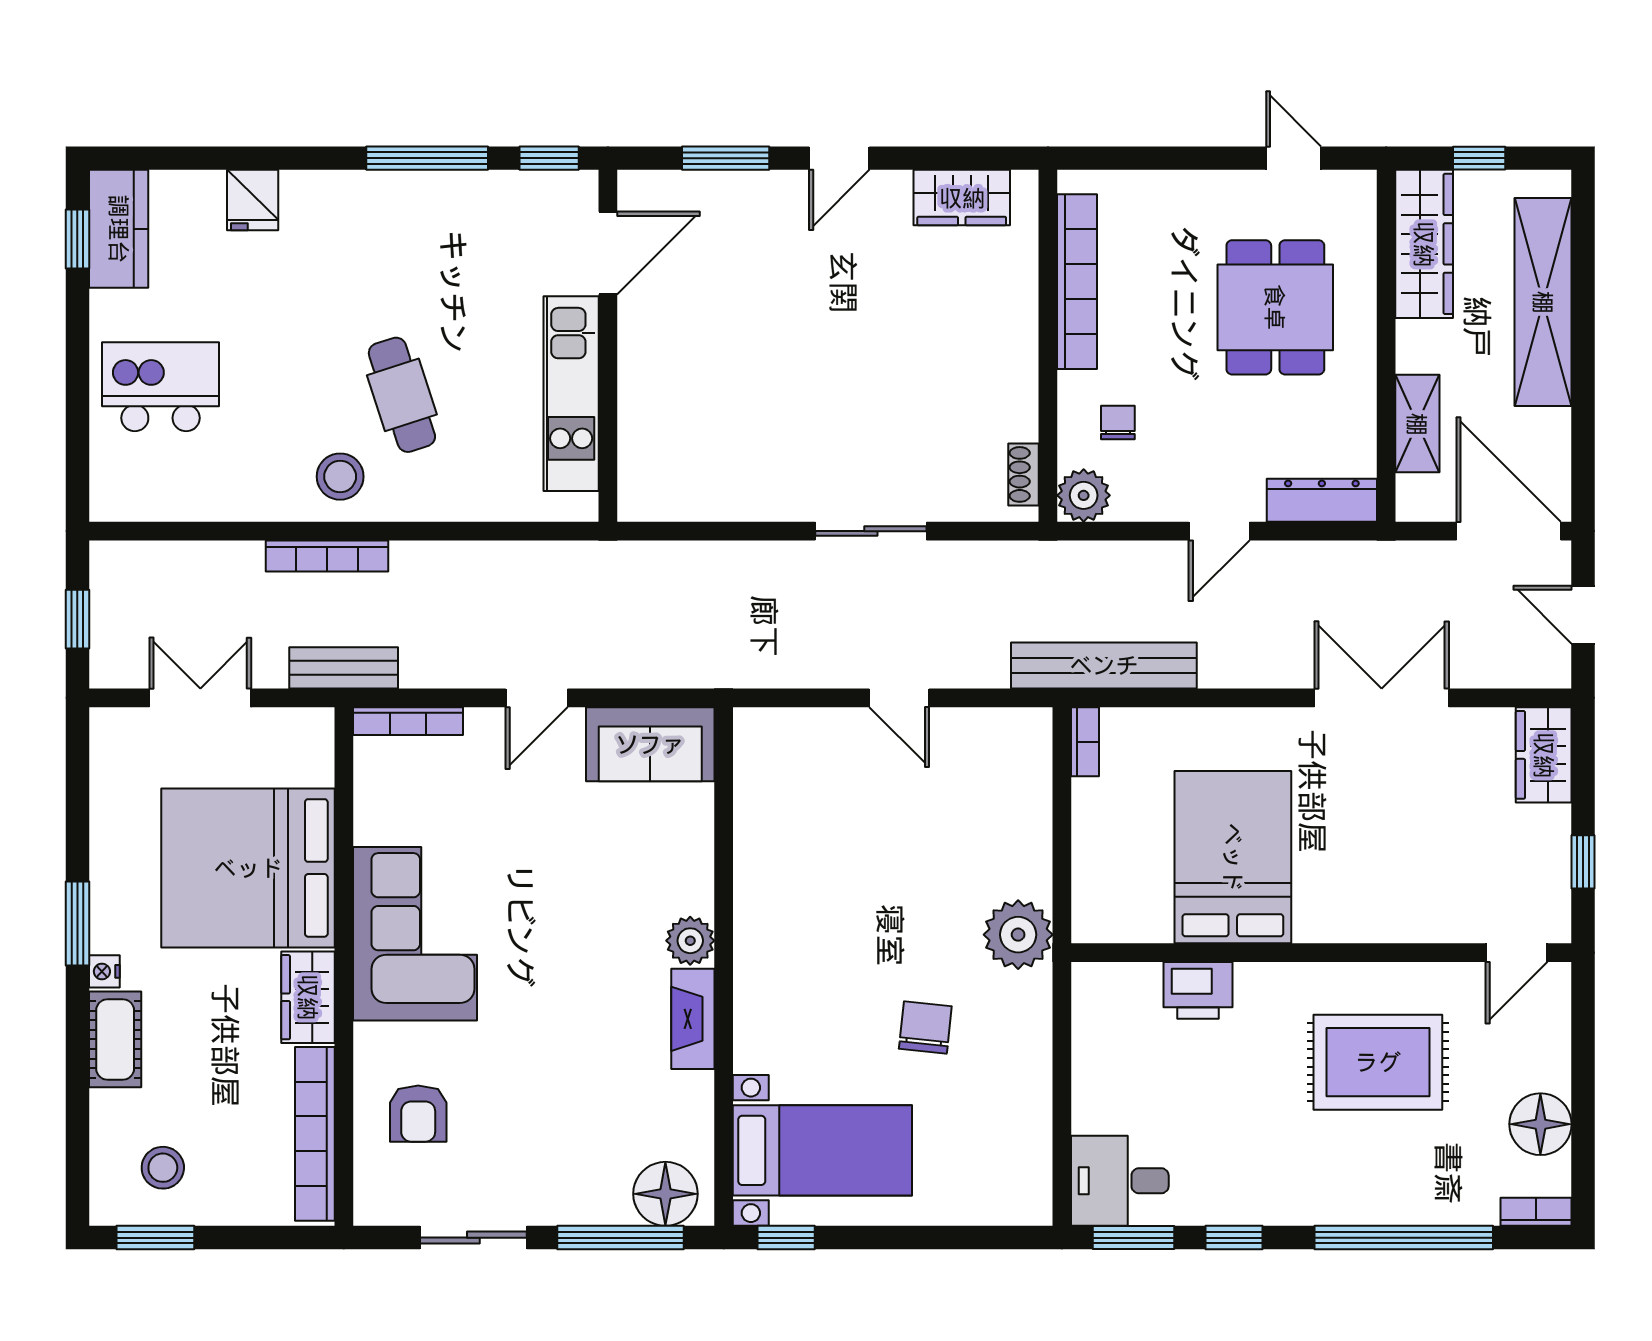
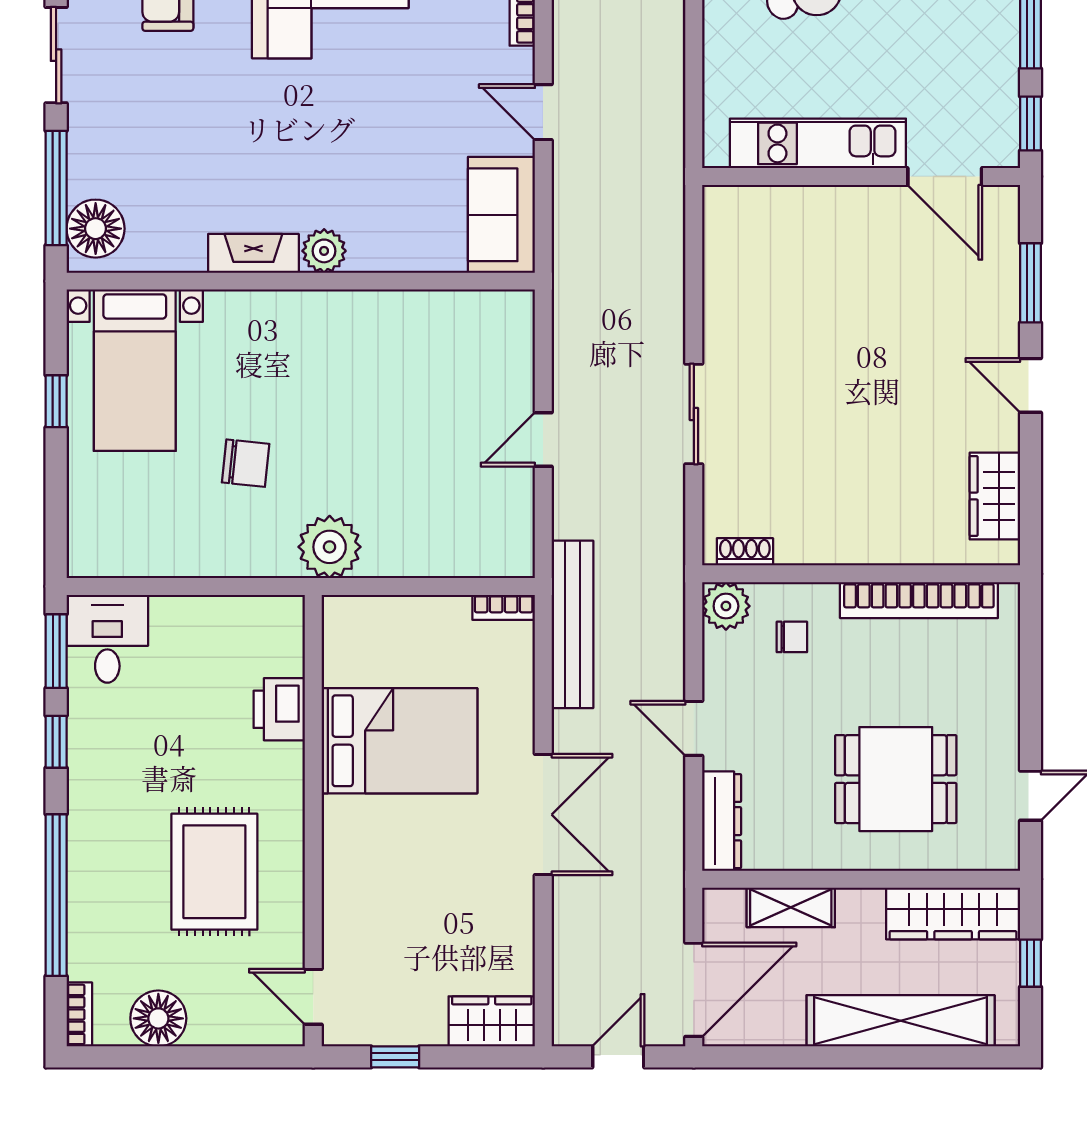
double door: (1382, 698) -> (543, 815), moved
window: (786, 1238) -> (56, 401), moved

